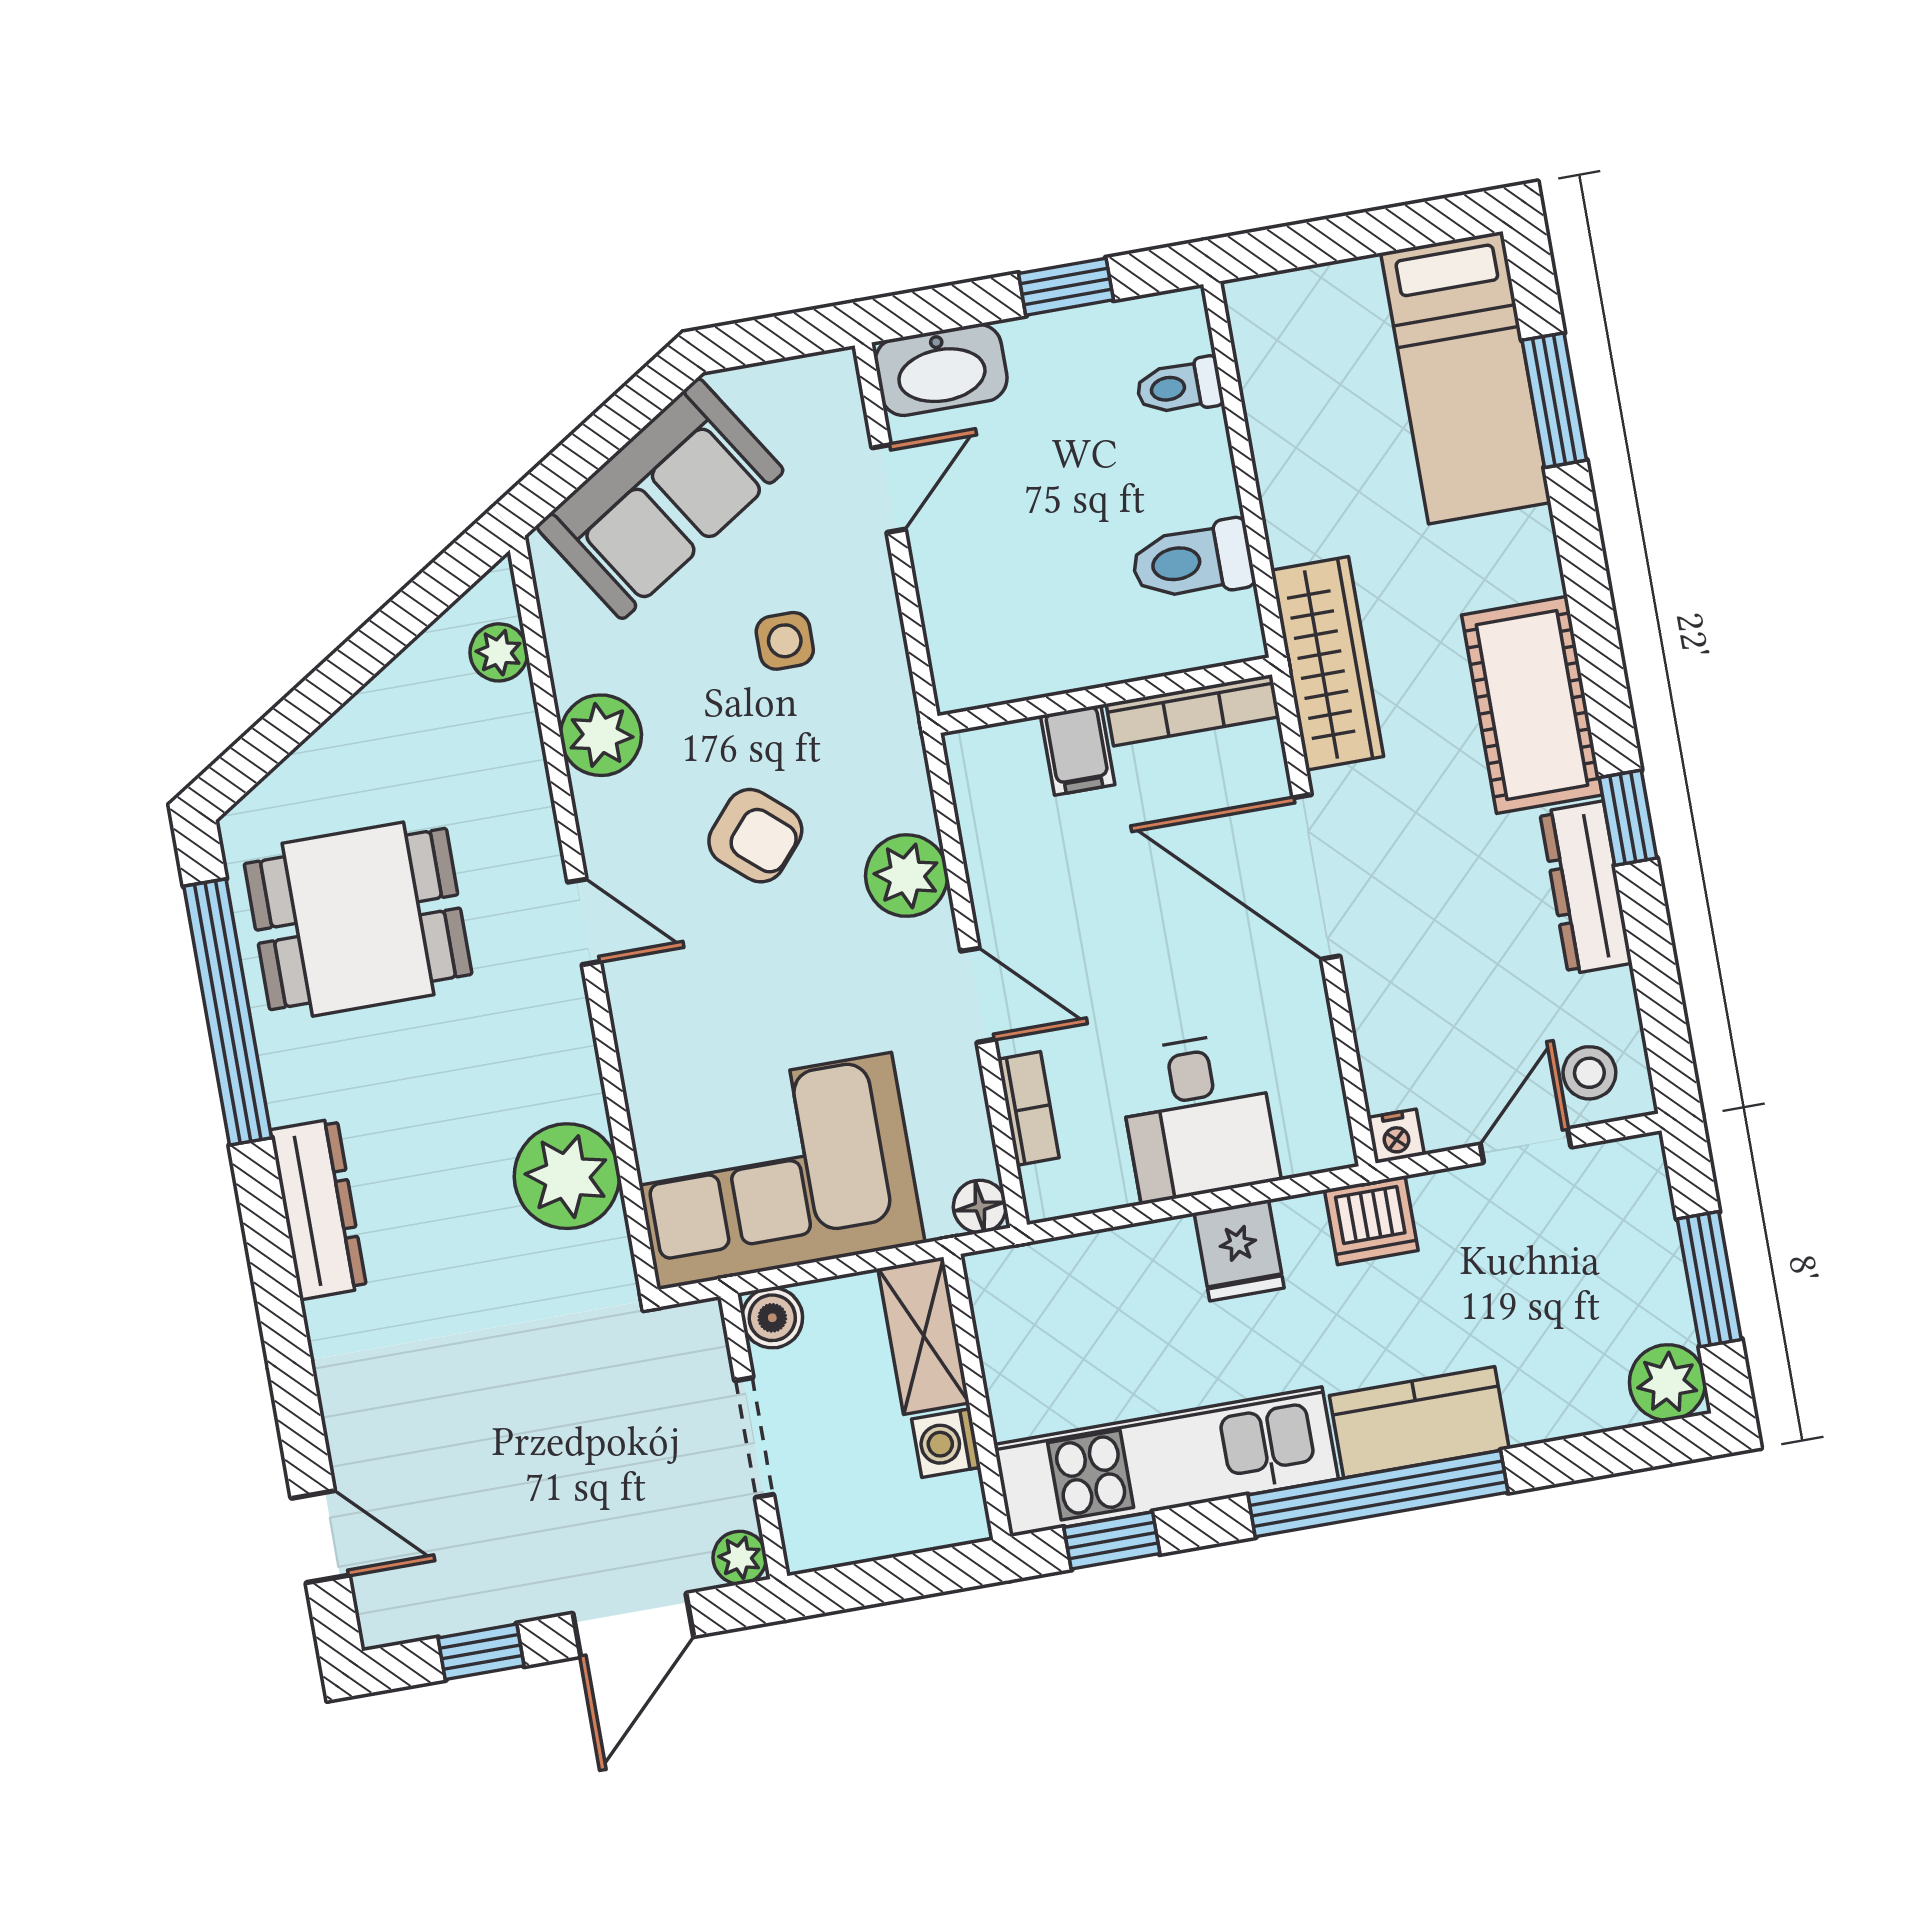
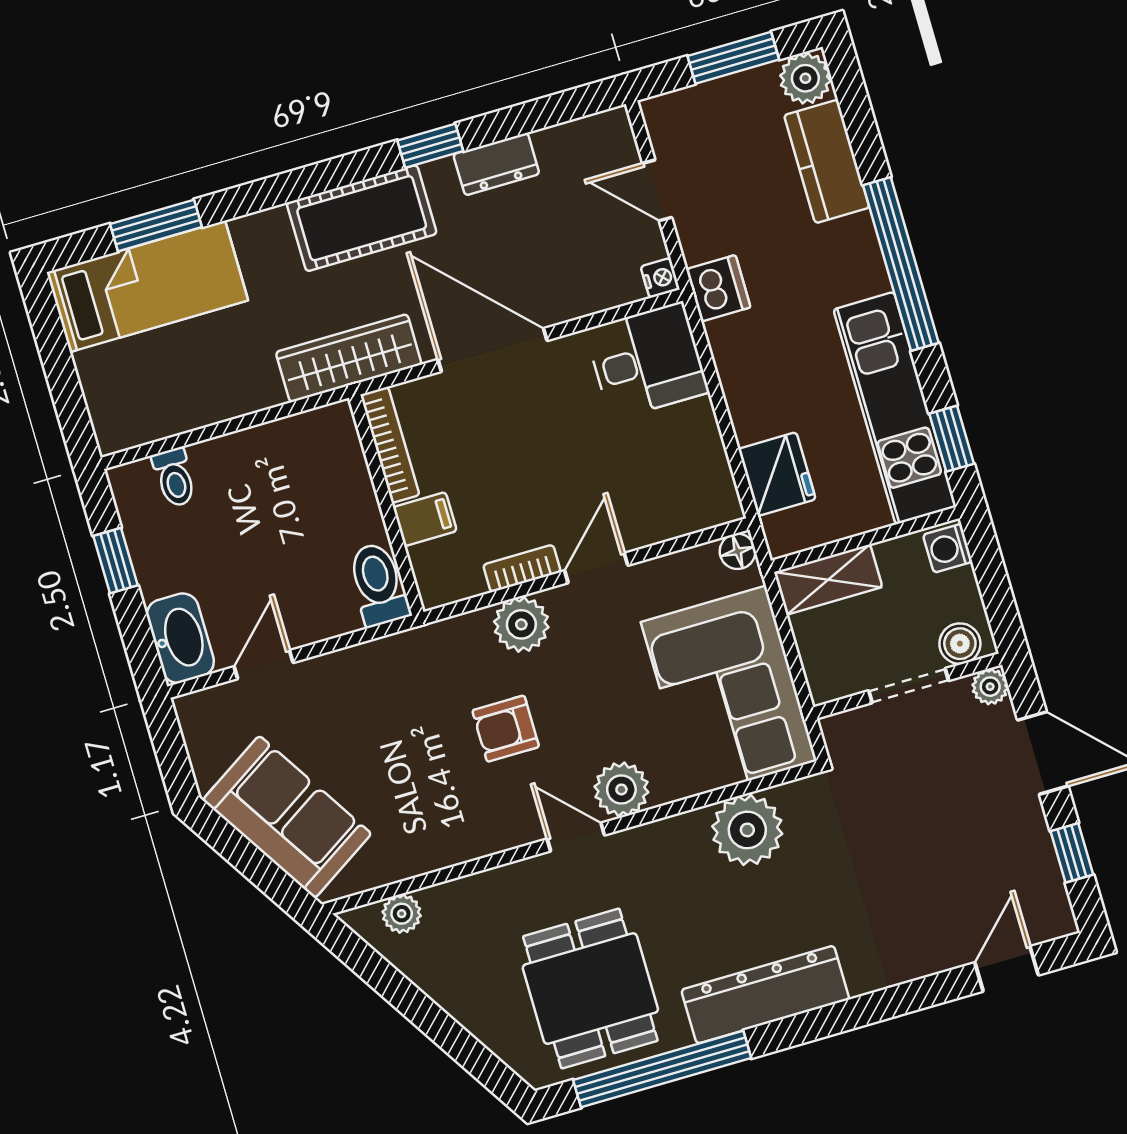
door: (889, 489) -> (264, 665), hinge flipped
toilet: (1192, 561) -> (378, 584), moved, turned 180
side table: (785, 641) -> (373, 723), removed
plant: (601, 735) -> (621, 789), moved
armchair: (755, 836) -> (506, 729), turned -131
door: (1316, 877) -> (492, 350), swing flipped
dresser: (1586, 888) -> (496, 164), width x0.70
door: (584, 922) -> (576, 837), hinge flipped
stool: (1589, 1073) -> (604, 153), removed
bookcase: (1028, 1108) -> (522, 568), moved
desk: (1198, 1117) -> (647, 361), moved
dresser: (318, 1209) -> (765, 995), width x1.37, depth x1.24
fridge: (1239, 1250) -> (777, 474), moved, width x1.38
boiler: (772, 1318) -> (960, 644), moved
kitchen counter: (1419, 1422) -> (827, 161), moved
washing machine: (946, 1443) -> (948, 548), moved, turned 90

